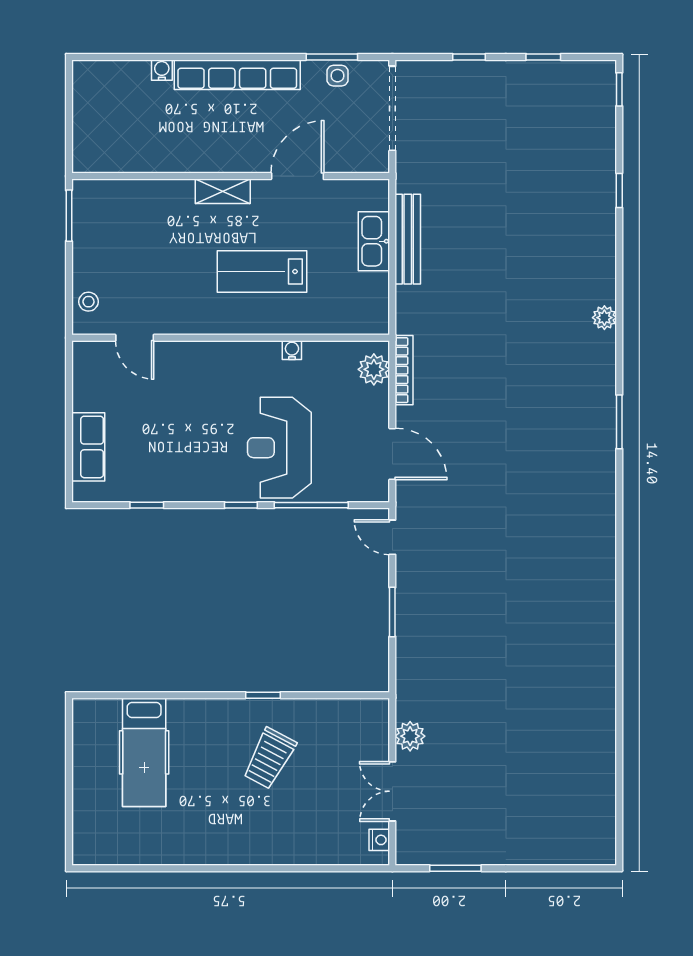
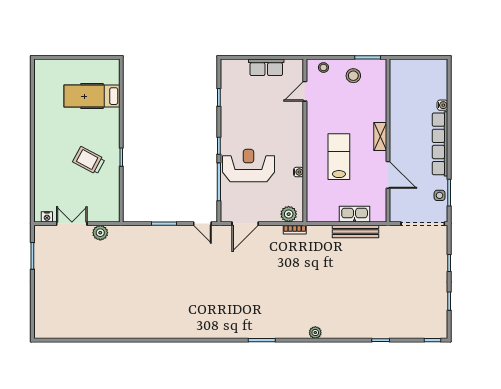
stool: (105, 244) -> (353, 76), added
bookcase: (404, 370) -> (295, 230), width x0.64
row of seats: (88, 447) -> (266, 67), moved
door: (392, 537) -> (202, 224), swing flipped

